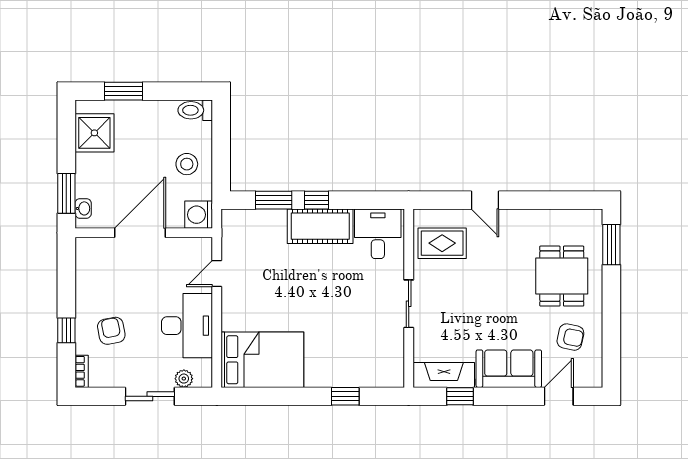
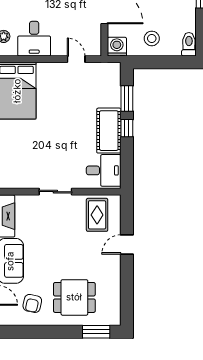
desk: (187, 326) -> (34, 39), width x0.73

